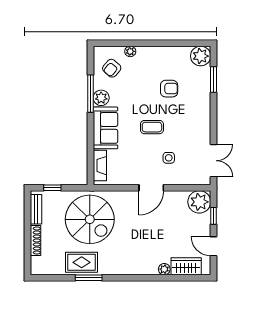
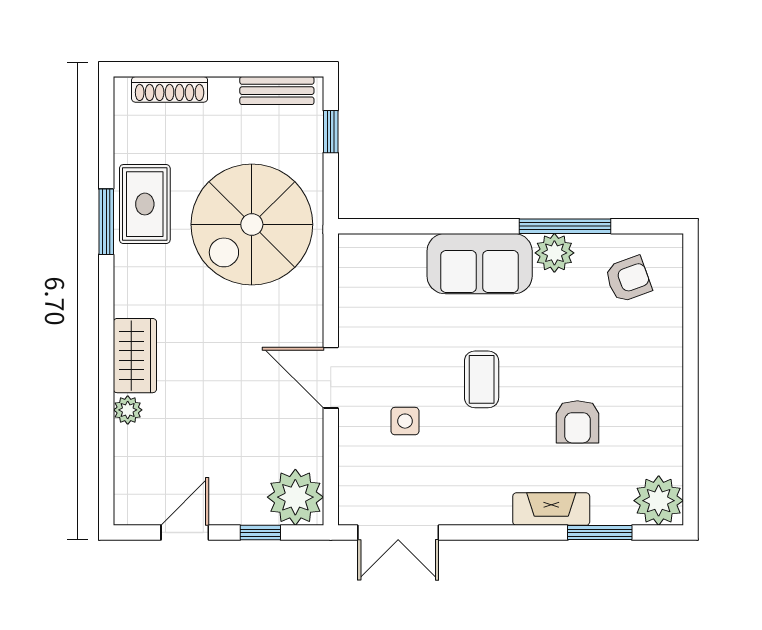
plant: (130, 51) -> (670, 325), removed
armchair: (112, 68) -> (628, 279), turned 119
fireplace: (100, 166) -> (551, 509), moved, turned 180
shoe rack: (35, 240) -> (170, 89), moved
wardrobe: (186, 266) -> (135, 356), moved

